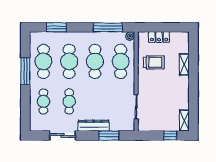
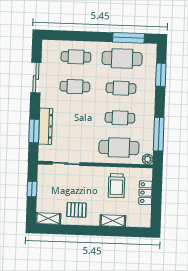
cafe table: (69, 61) -> (121, 88), width x0.73, depth x0.74
cafe table: (95, 61) -> (120, 118), width x0.73, depth x0.74
window: (25, 71) -> (128, 38), moved
pallet: (176, 96) -> (77, 210), added
dresser: (94, 126) -> (46, 126), moved
window: (170, 136) -> (32, 189), moved

